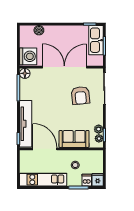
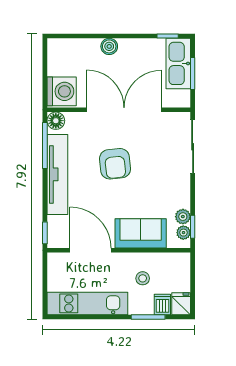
boiler: (39, 30) -> (109, 46), moved
armchair: (81, 95) -> (115, 164), moved
tv unit: (26, 124) -> (57, 174), moved

